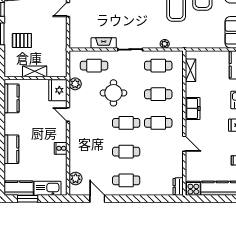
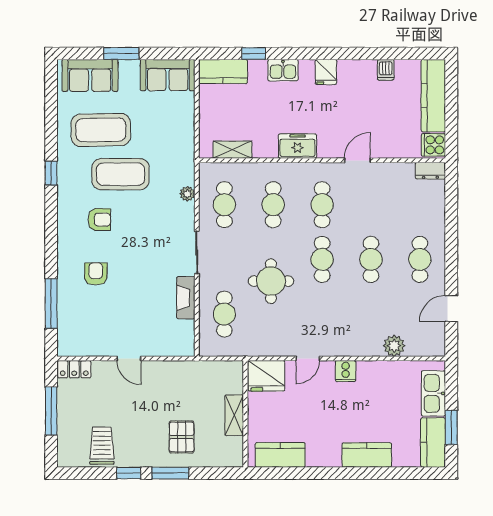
plant: (75, 84) -> (256, 346), removed
cooker: (61, 148) -> (346, 371), moved
plant: (76, 178) -> (394, 346), moved

